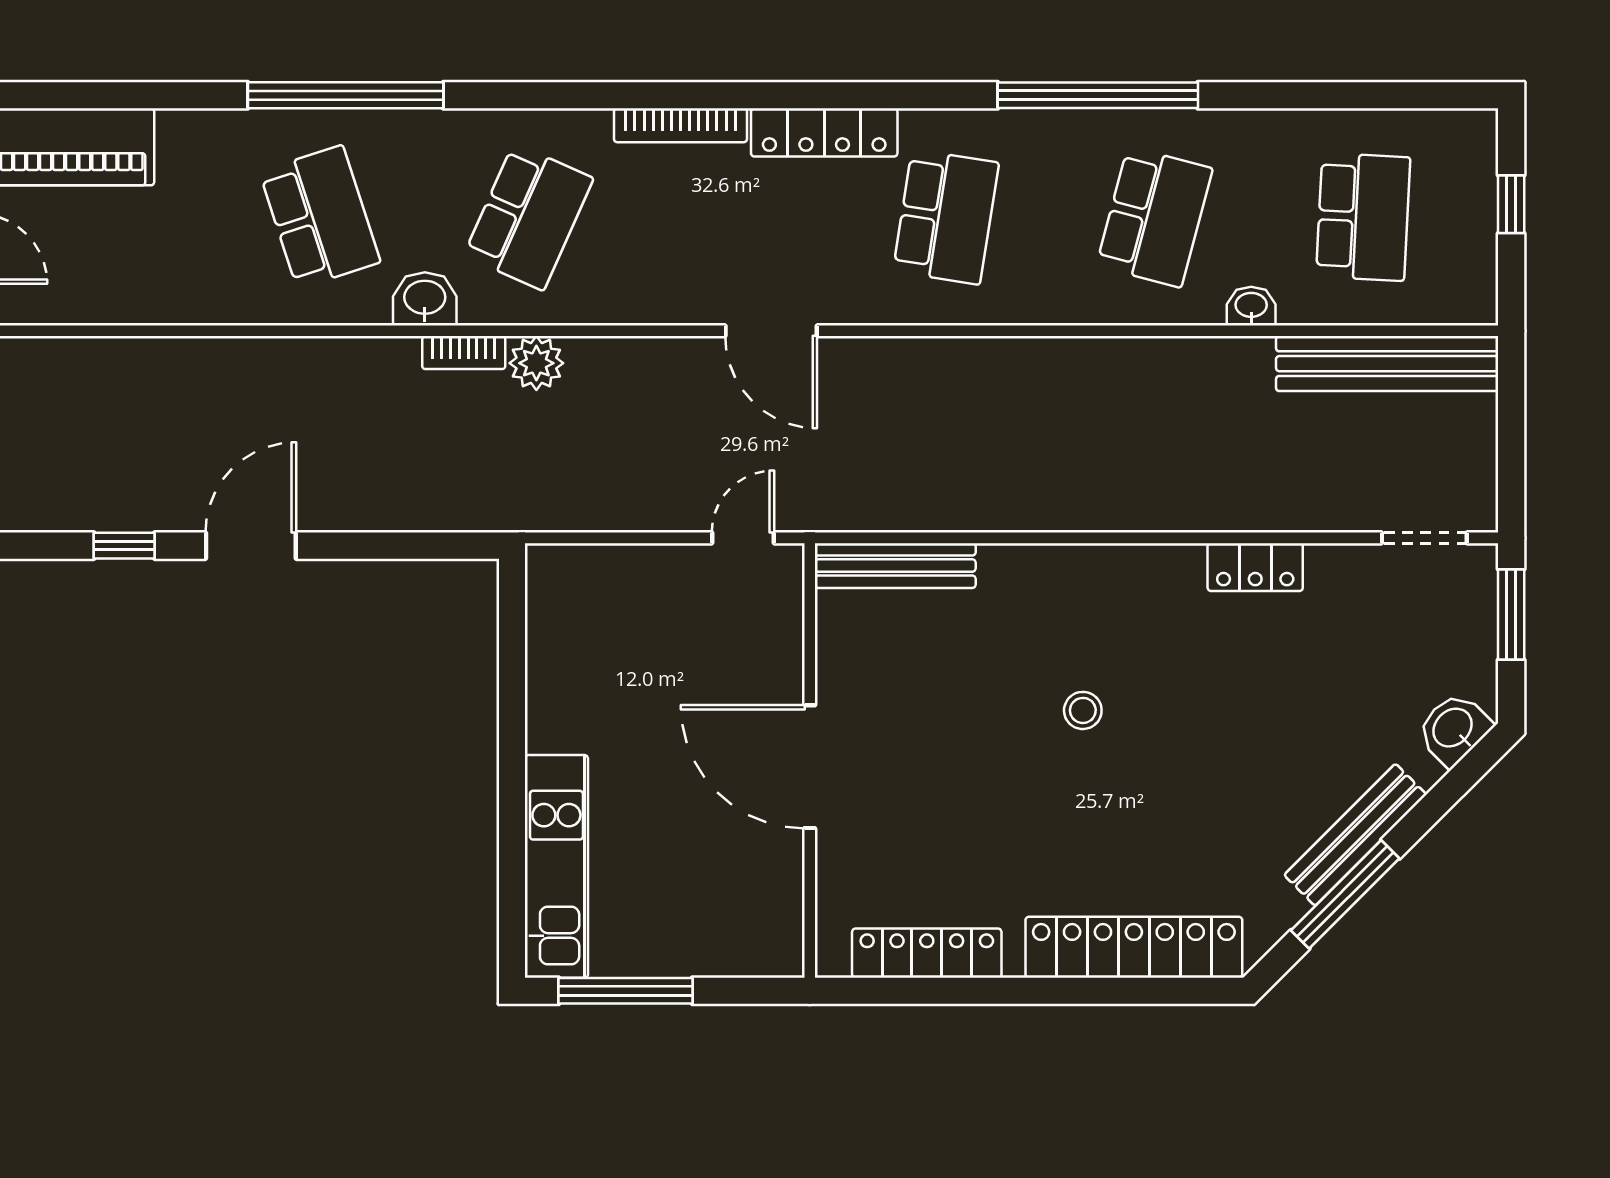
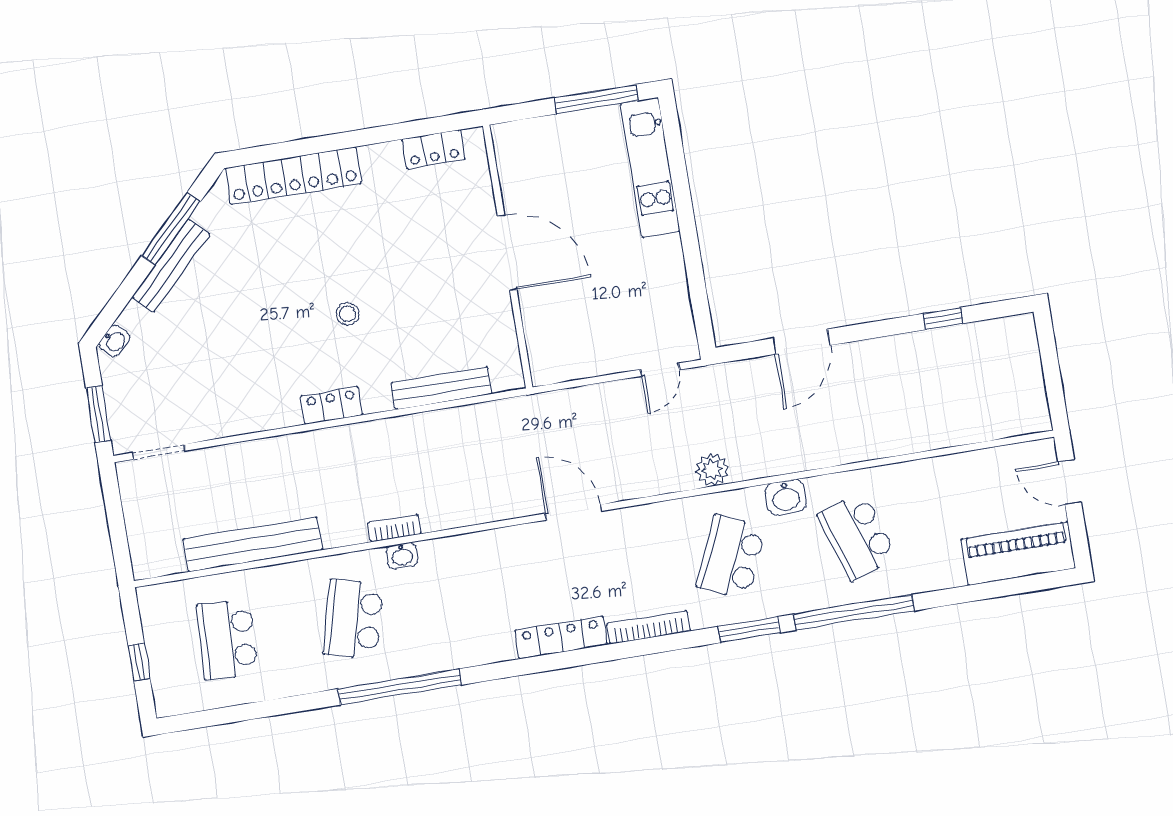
window: (519, 95) -> (749, 630), added
school desk: (946, 217) -> (479, 598), removed
washbasin: (1251, 306) -> (402, 556), moved
bookcase: (464, 353) -> (394, 528), moved
bench: (1387, 364) -> (253, 544), moved
door: (743, 538) -> (660, 370), moved
door: (251, 546) -> (801, 342), moved
bench: (895, 566) -> (442, 388), moved
locker: (1255, 567) -> (331, 405), moved
washbasin: (1454, 729) -> (114, 341), width x0.72, depth x0.69
locker: (927, 953) -> (433, 149), width x0.66

